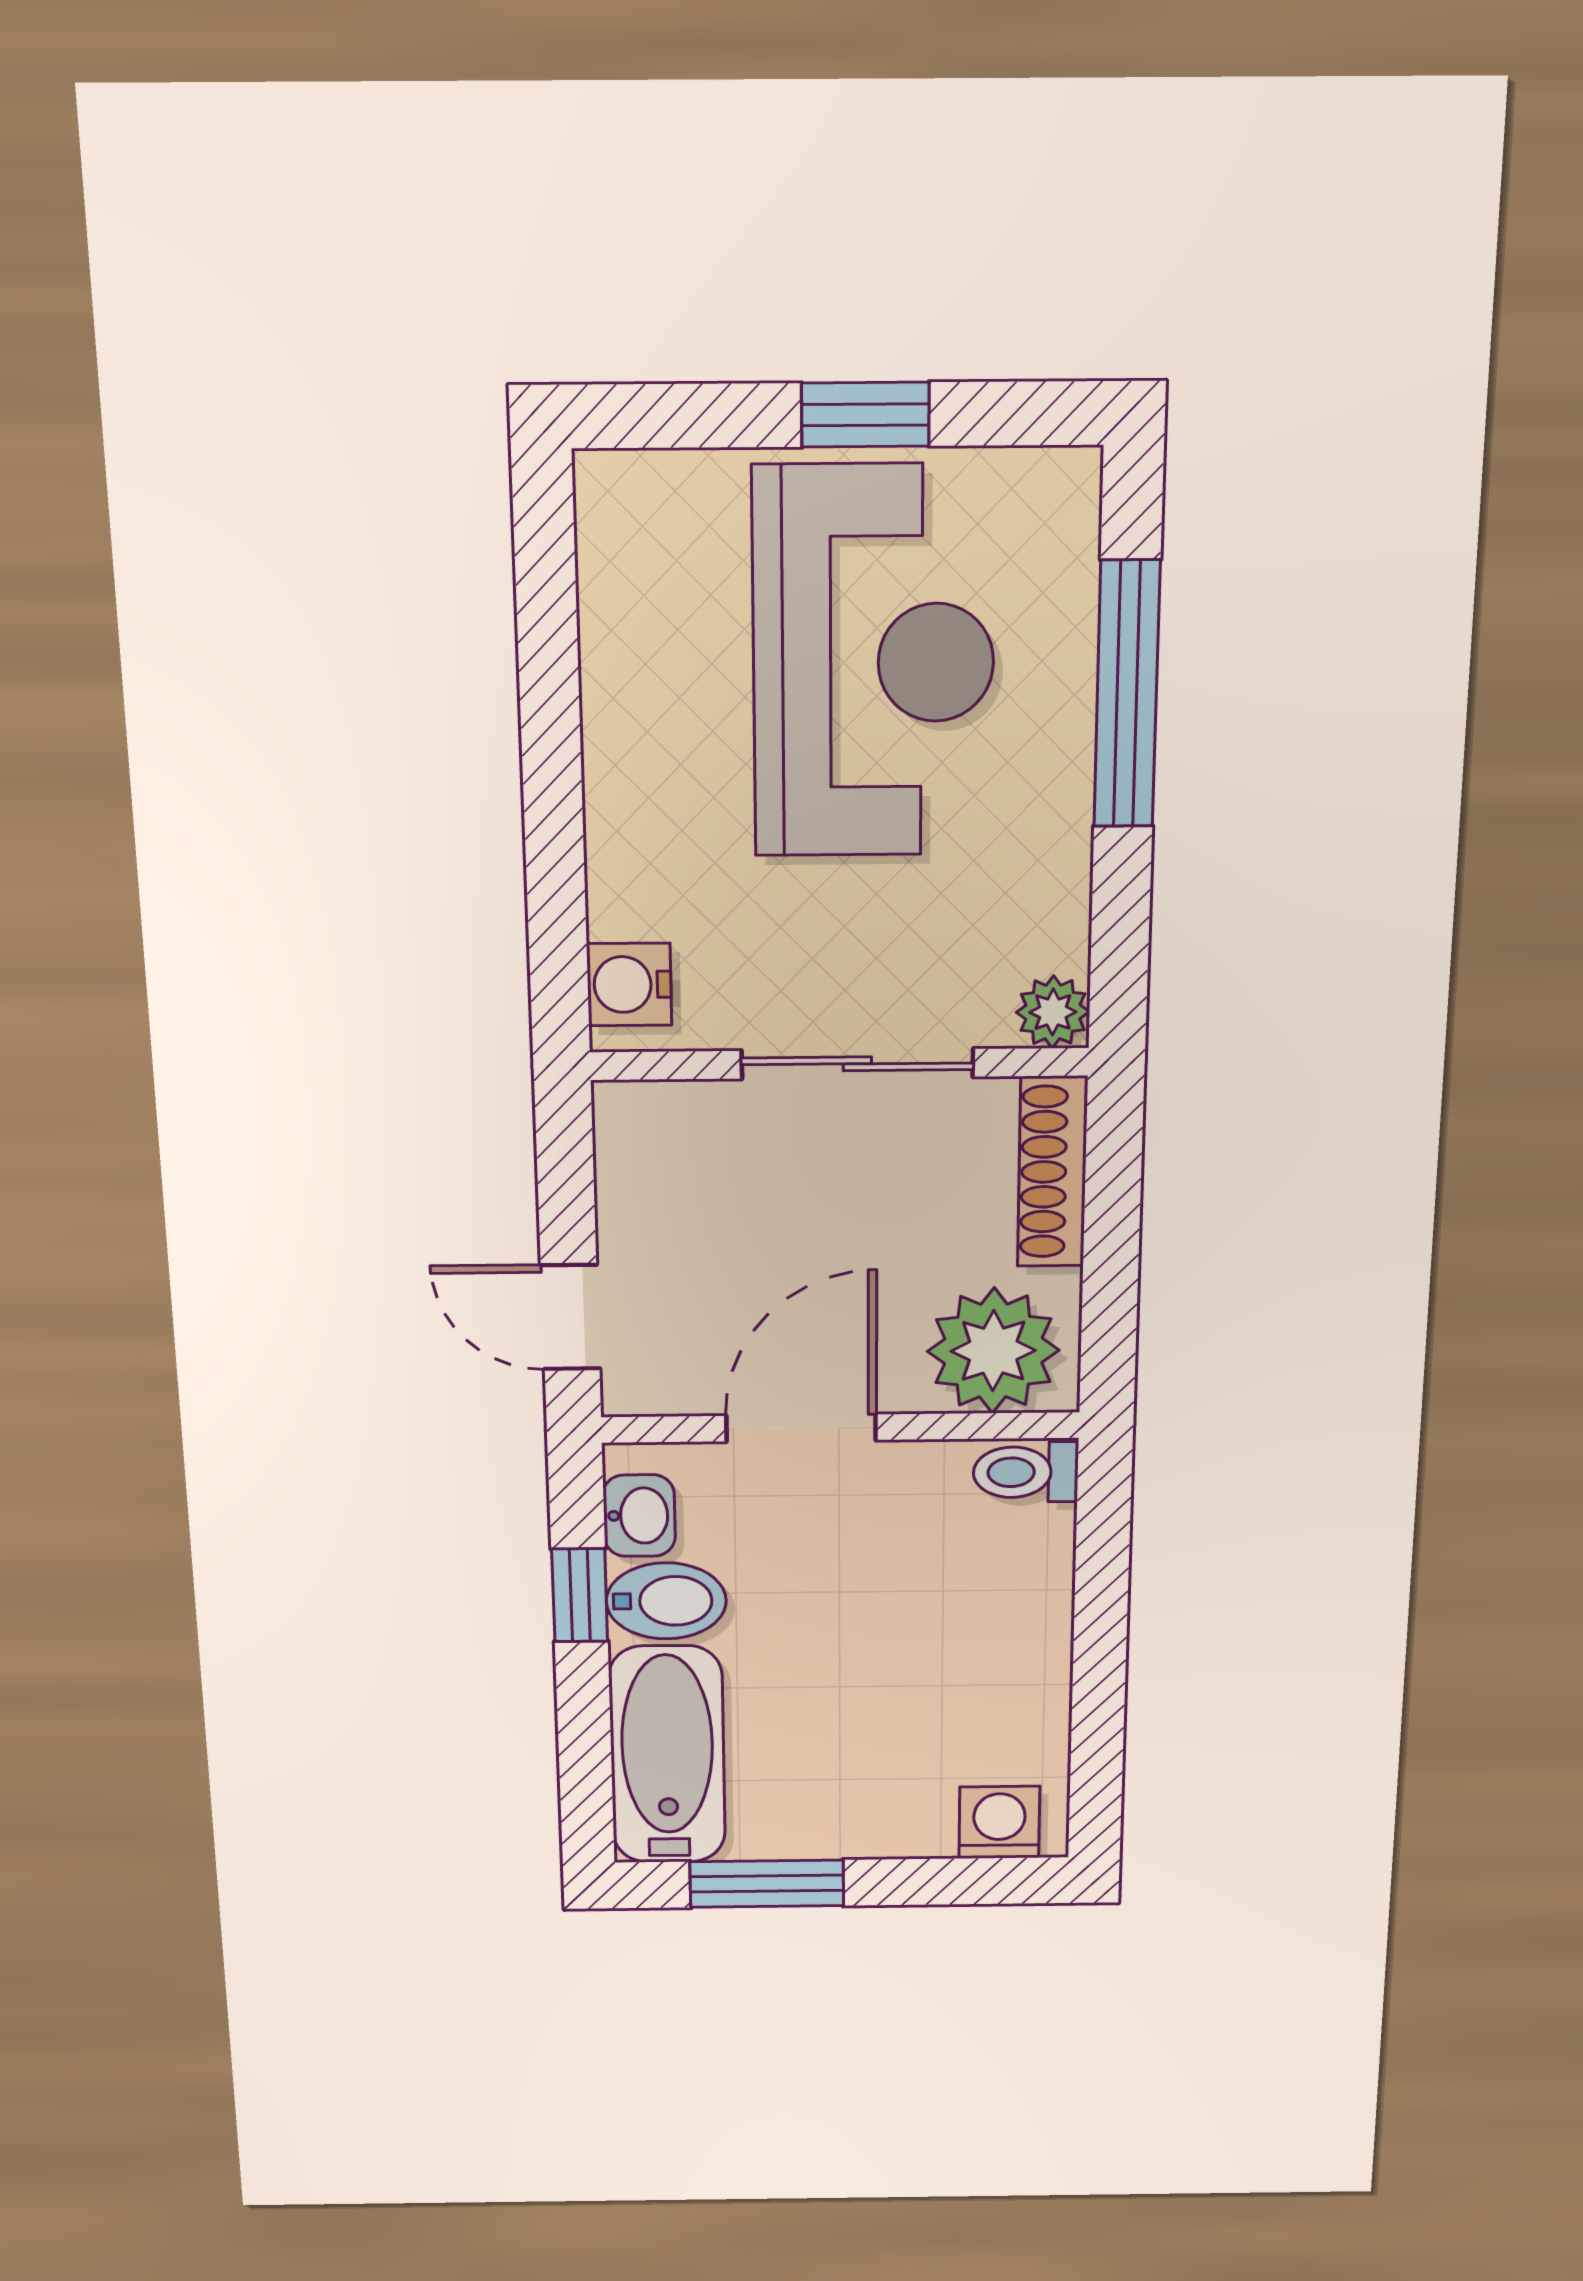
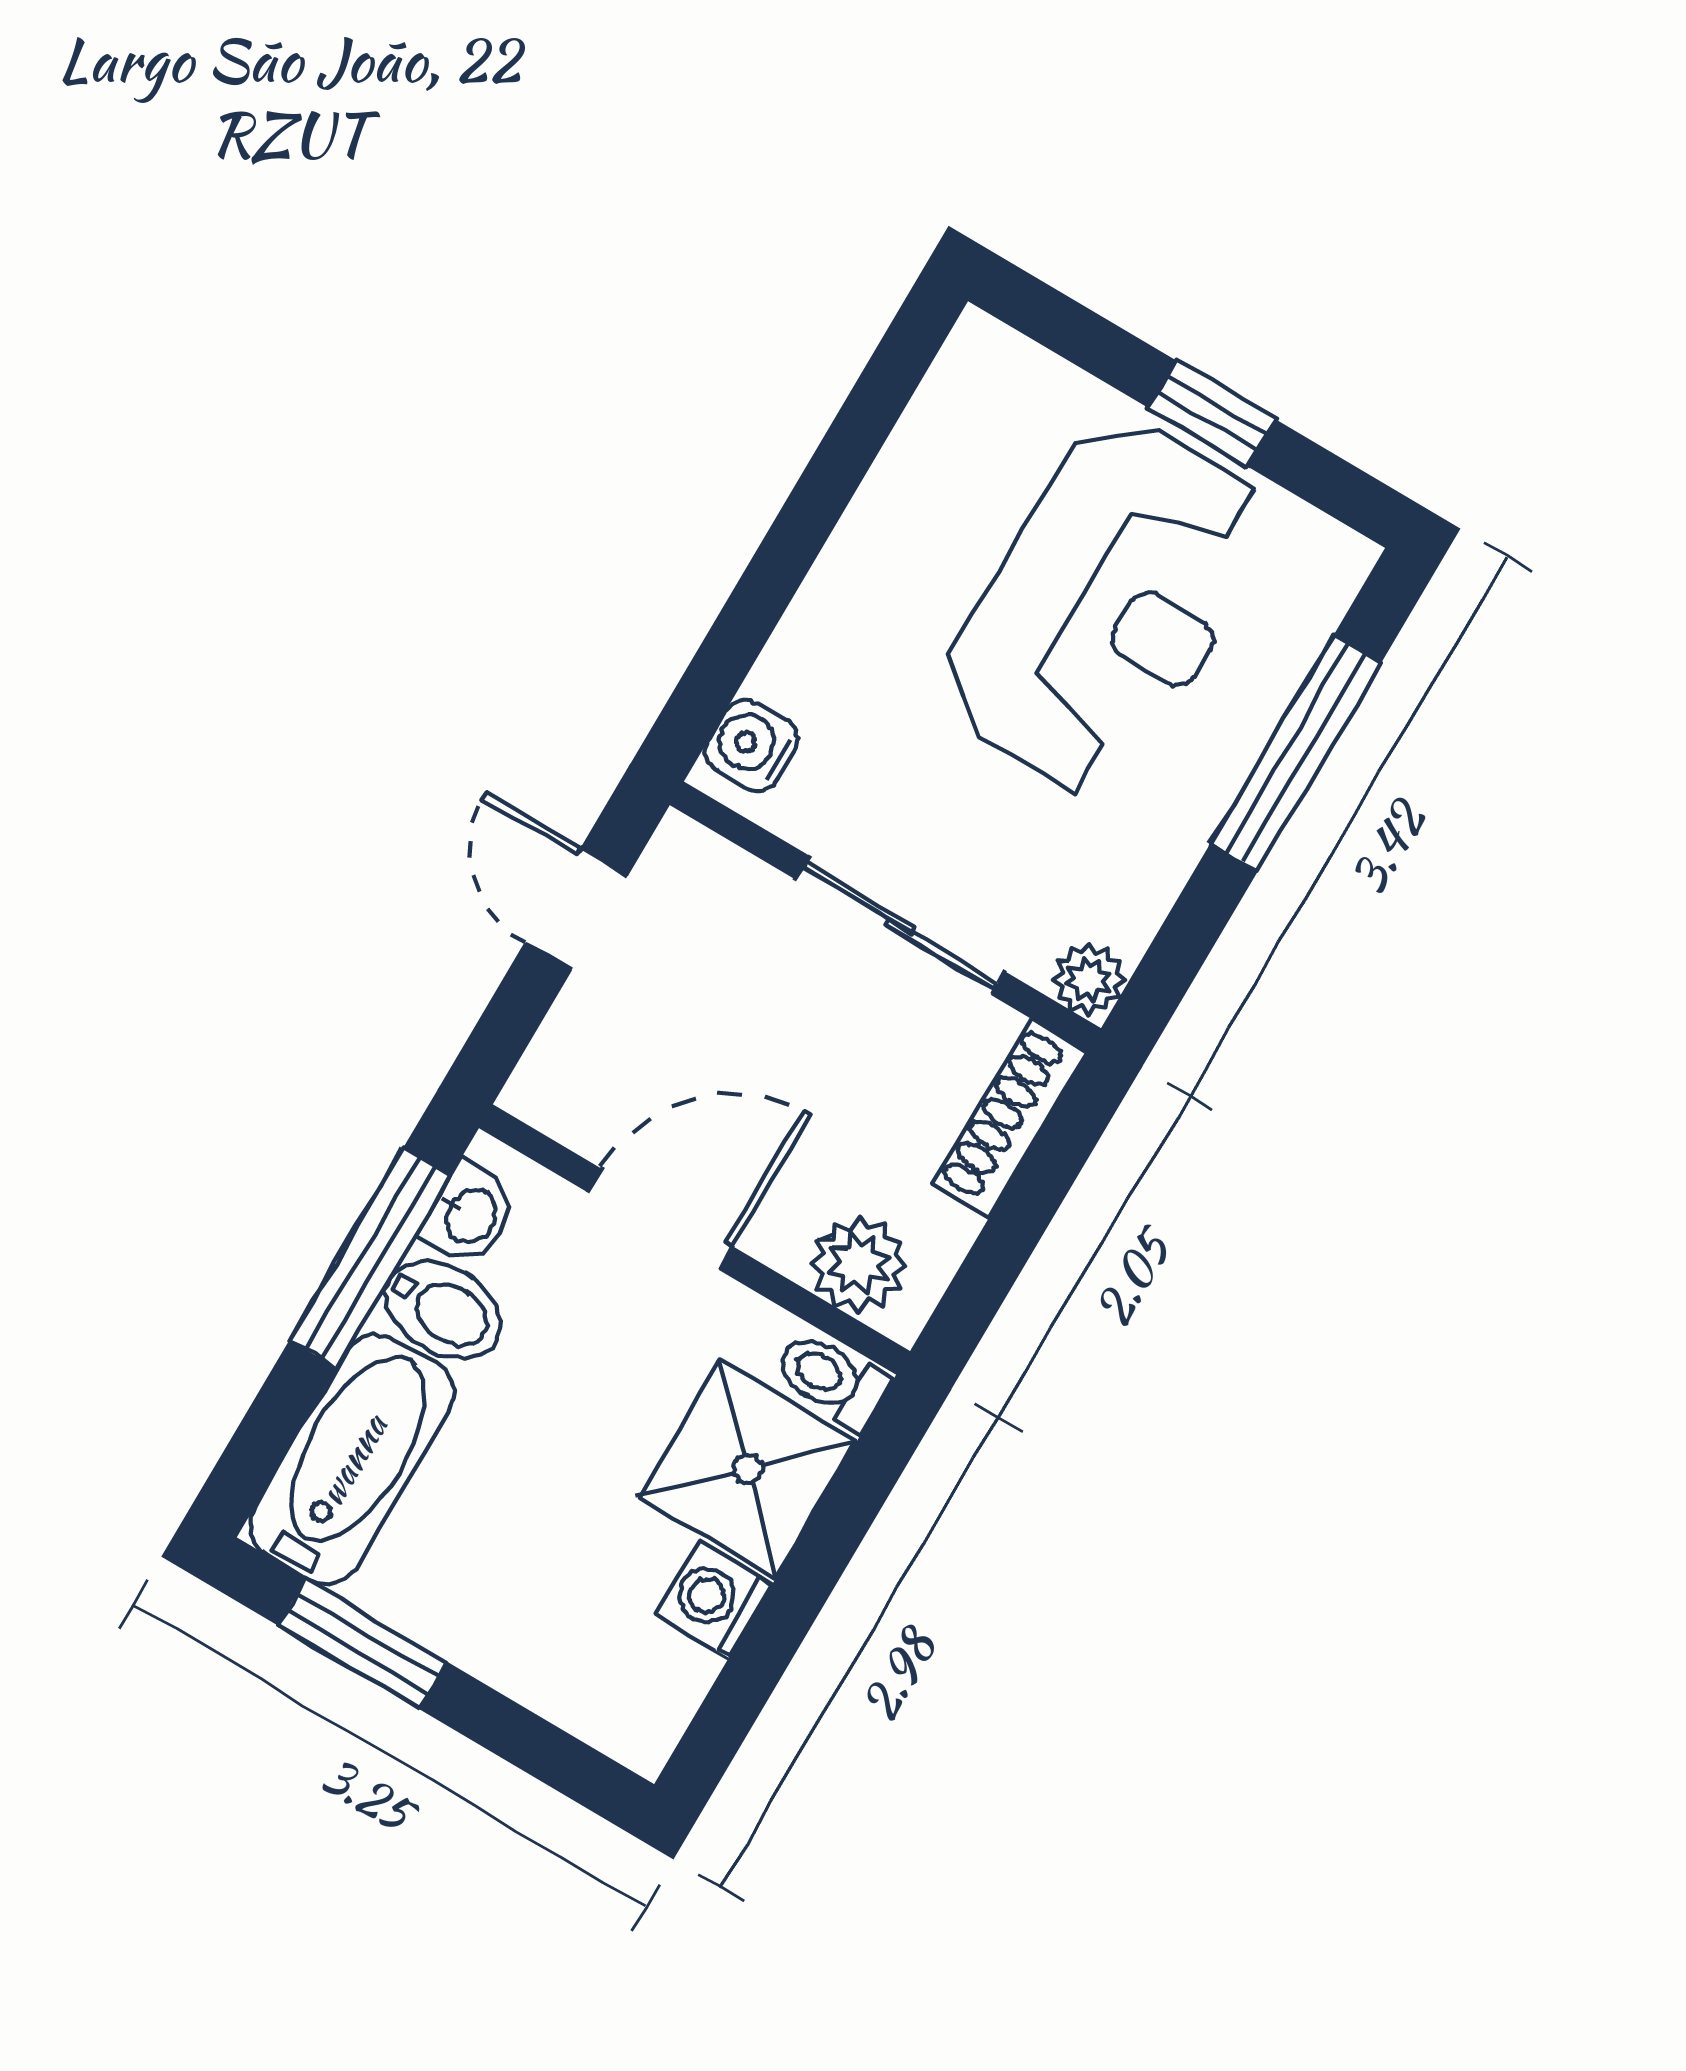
door: (570, 1317) -> (576, 909), moved
plant: (993, 1351) -> (859, 1264), width x0.73, depth x0.73
shower: (998, 1581) -> (748, 1469), added
window: (580, 1595) -> (370, 1258), width x2.17
washing machine: (999, 1822) -> (714, 1600), moved, turned -90

